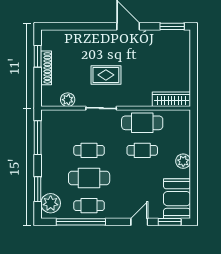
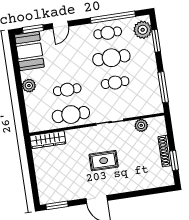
rug: (106, 75) -> (104, 161), moved

